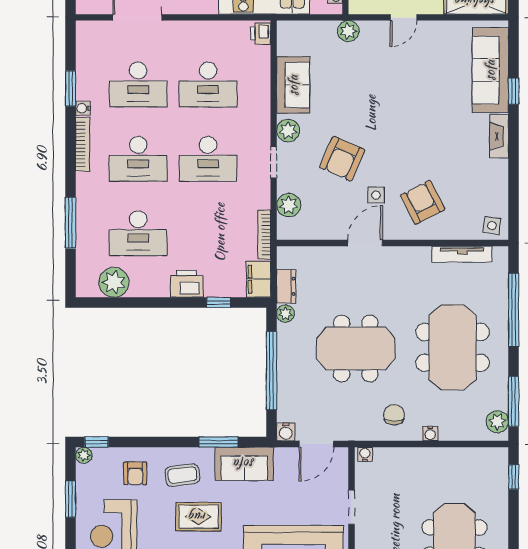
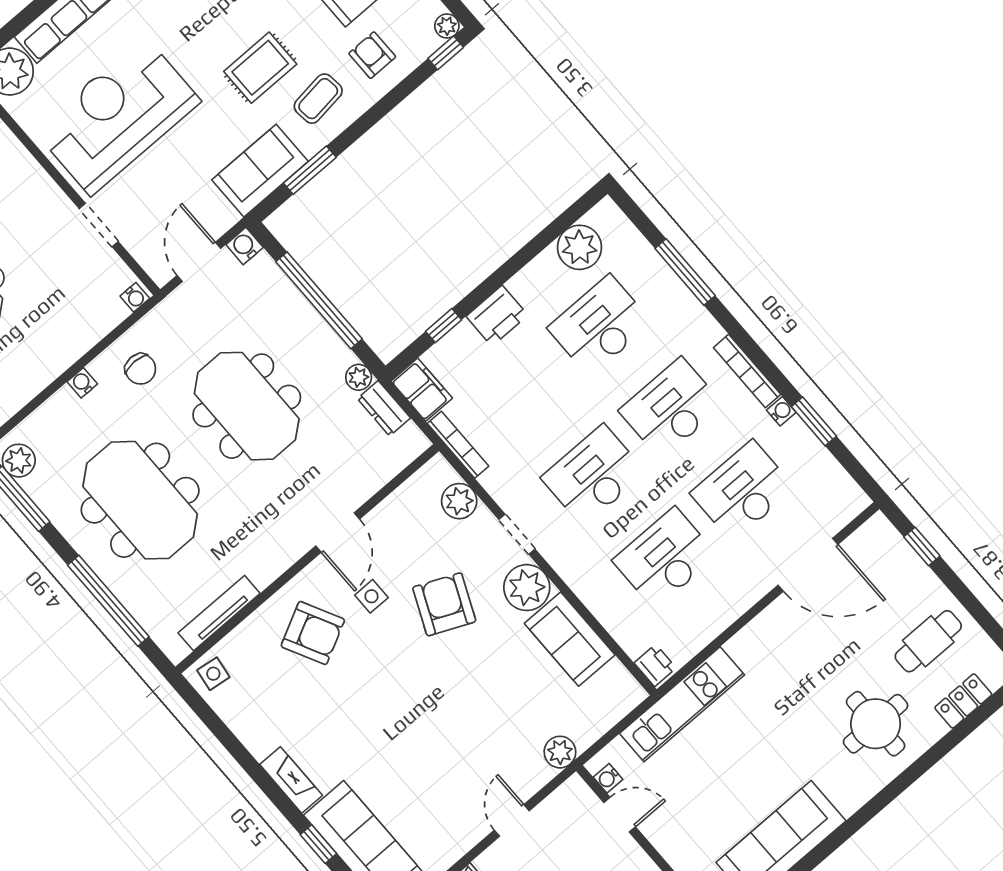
plant: (288, 131) -> (527, 588), width x1.36, depth x1.36
meeting table: (356, 348) -> (247, 406), turned 90

